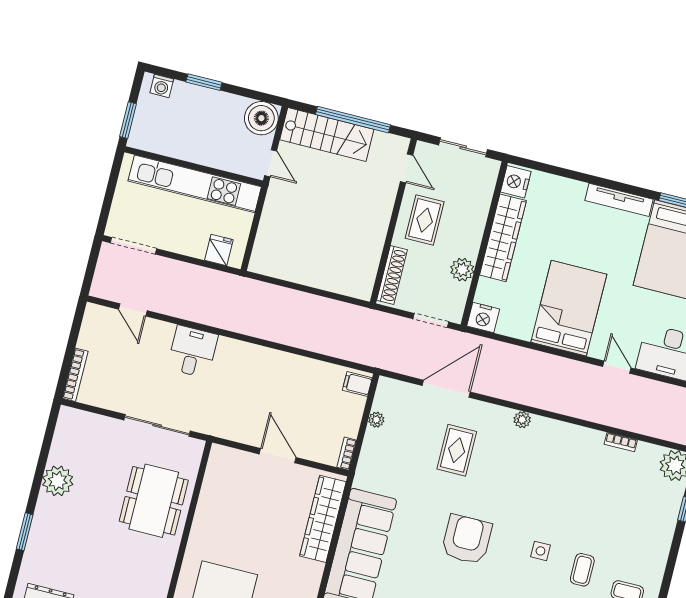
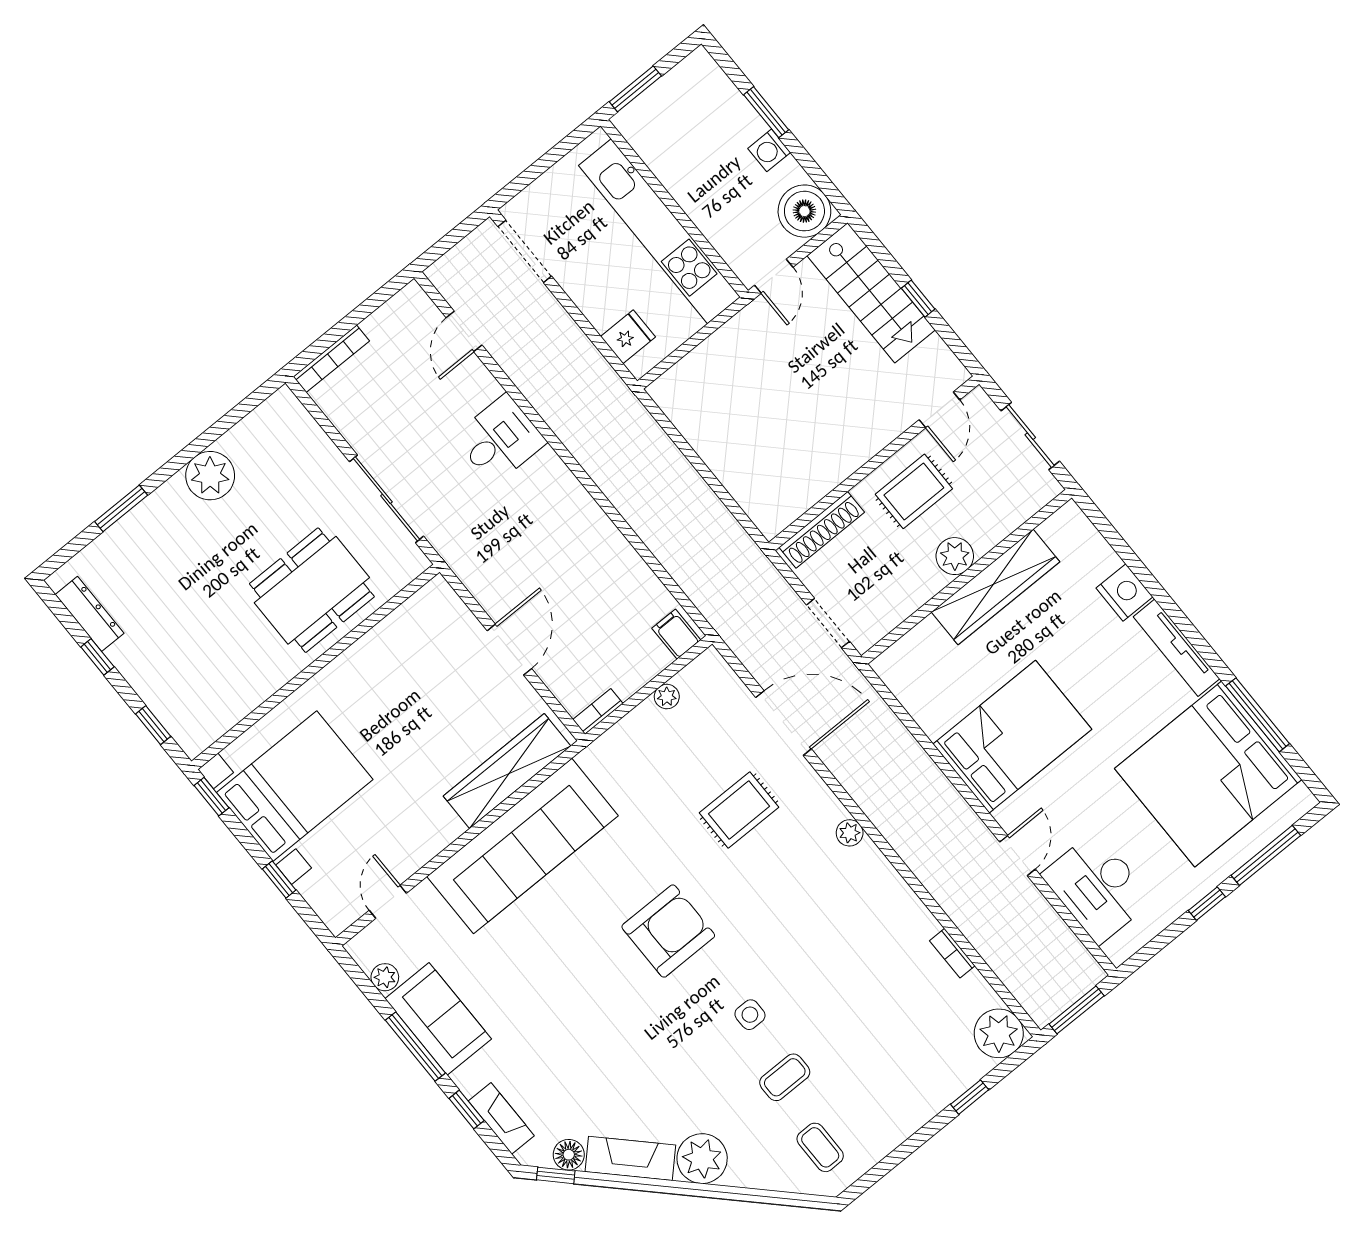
washing machine: (162, 86) -> (769, 150), moved
window: (353, 120) -> (918, 299), width x0.32
nightstand: (516, 182) -> (1124, 592), moved, turned 90
plant: (462, 270) -> (955, 556), moved
nightstand: (483, 317) -> (896, 668), removed

